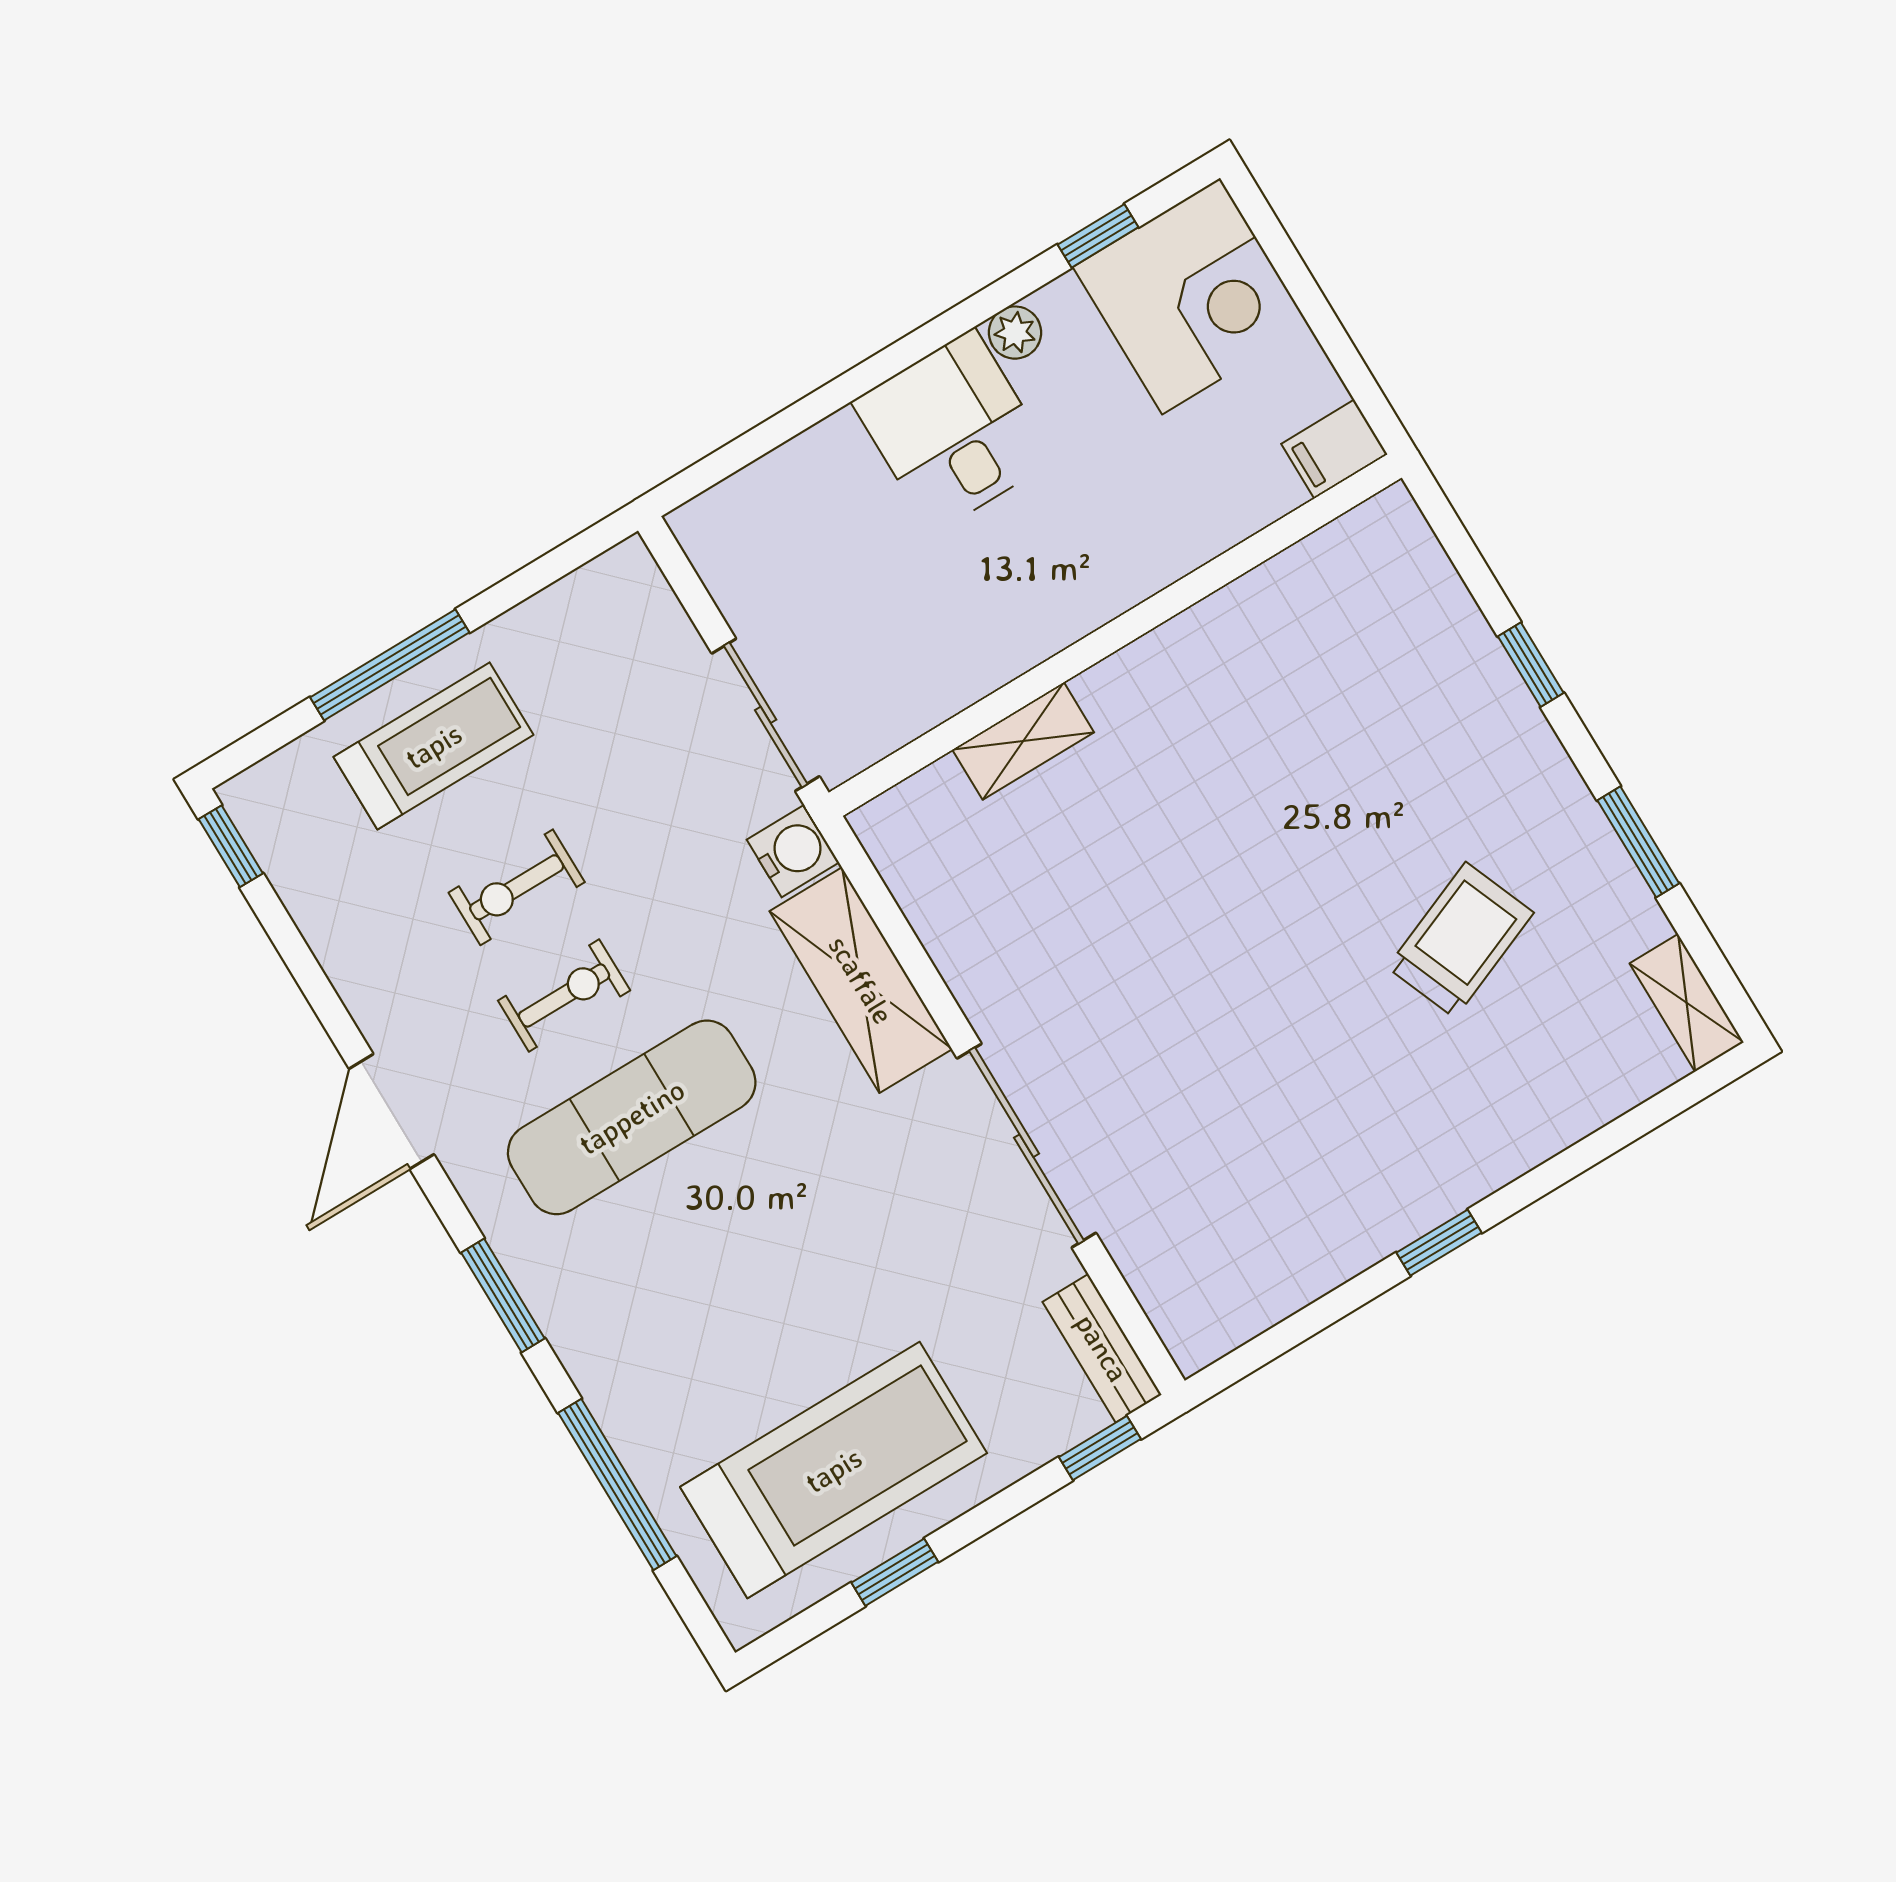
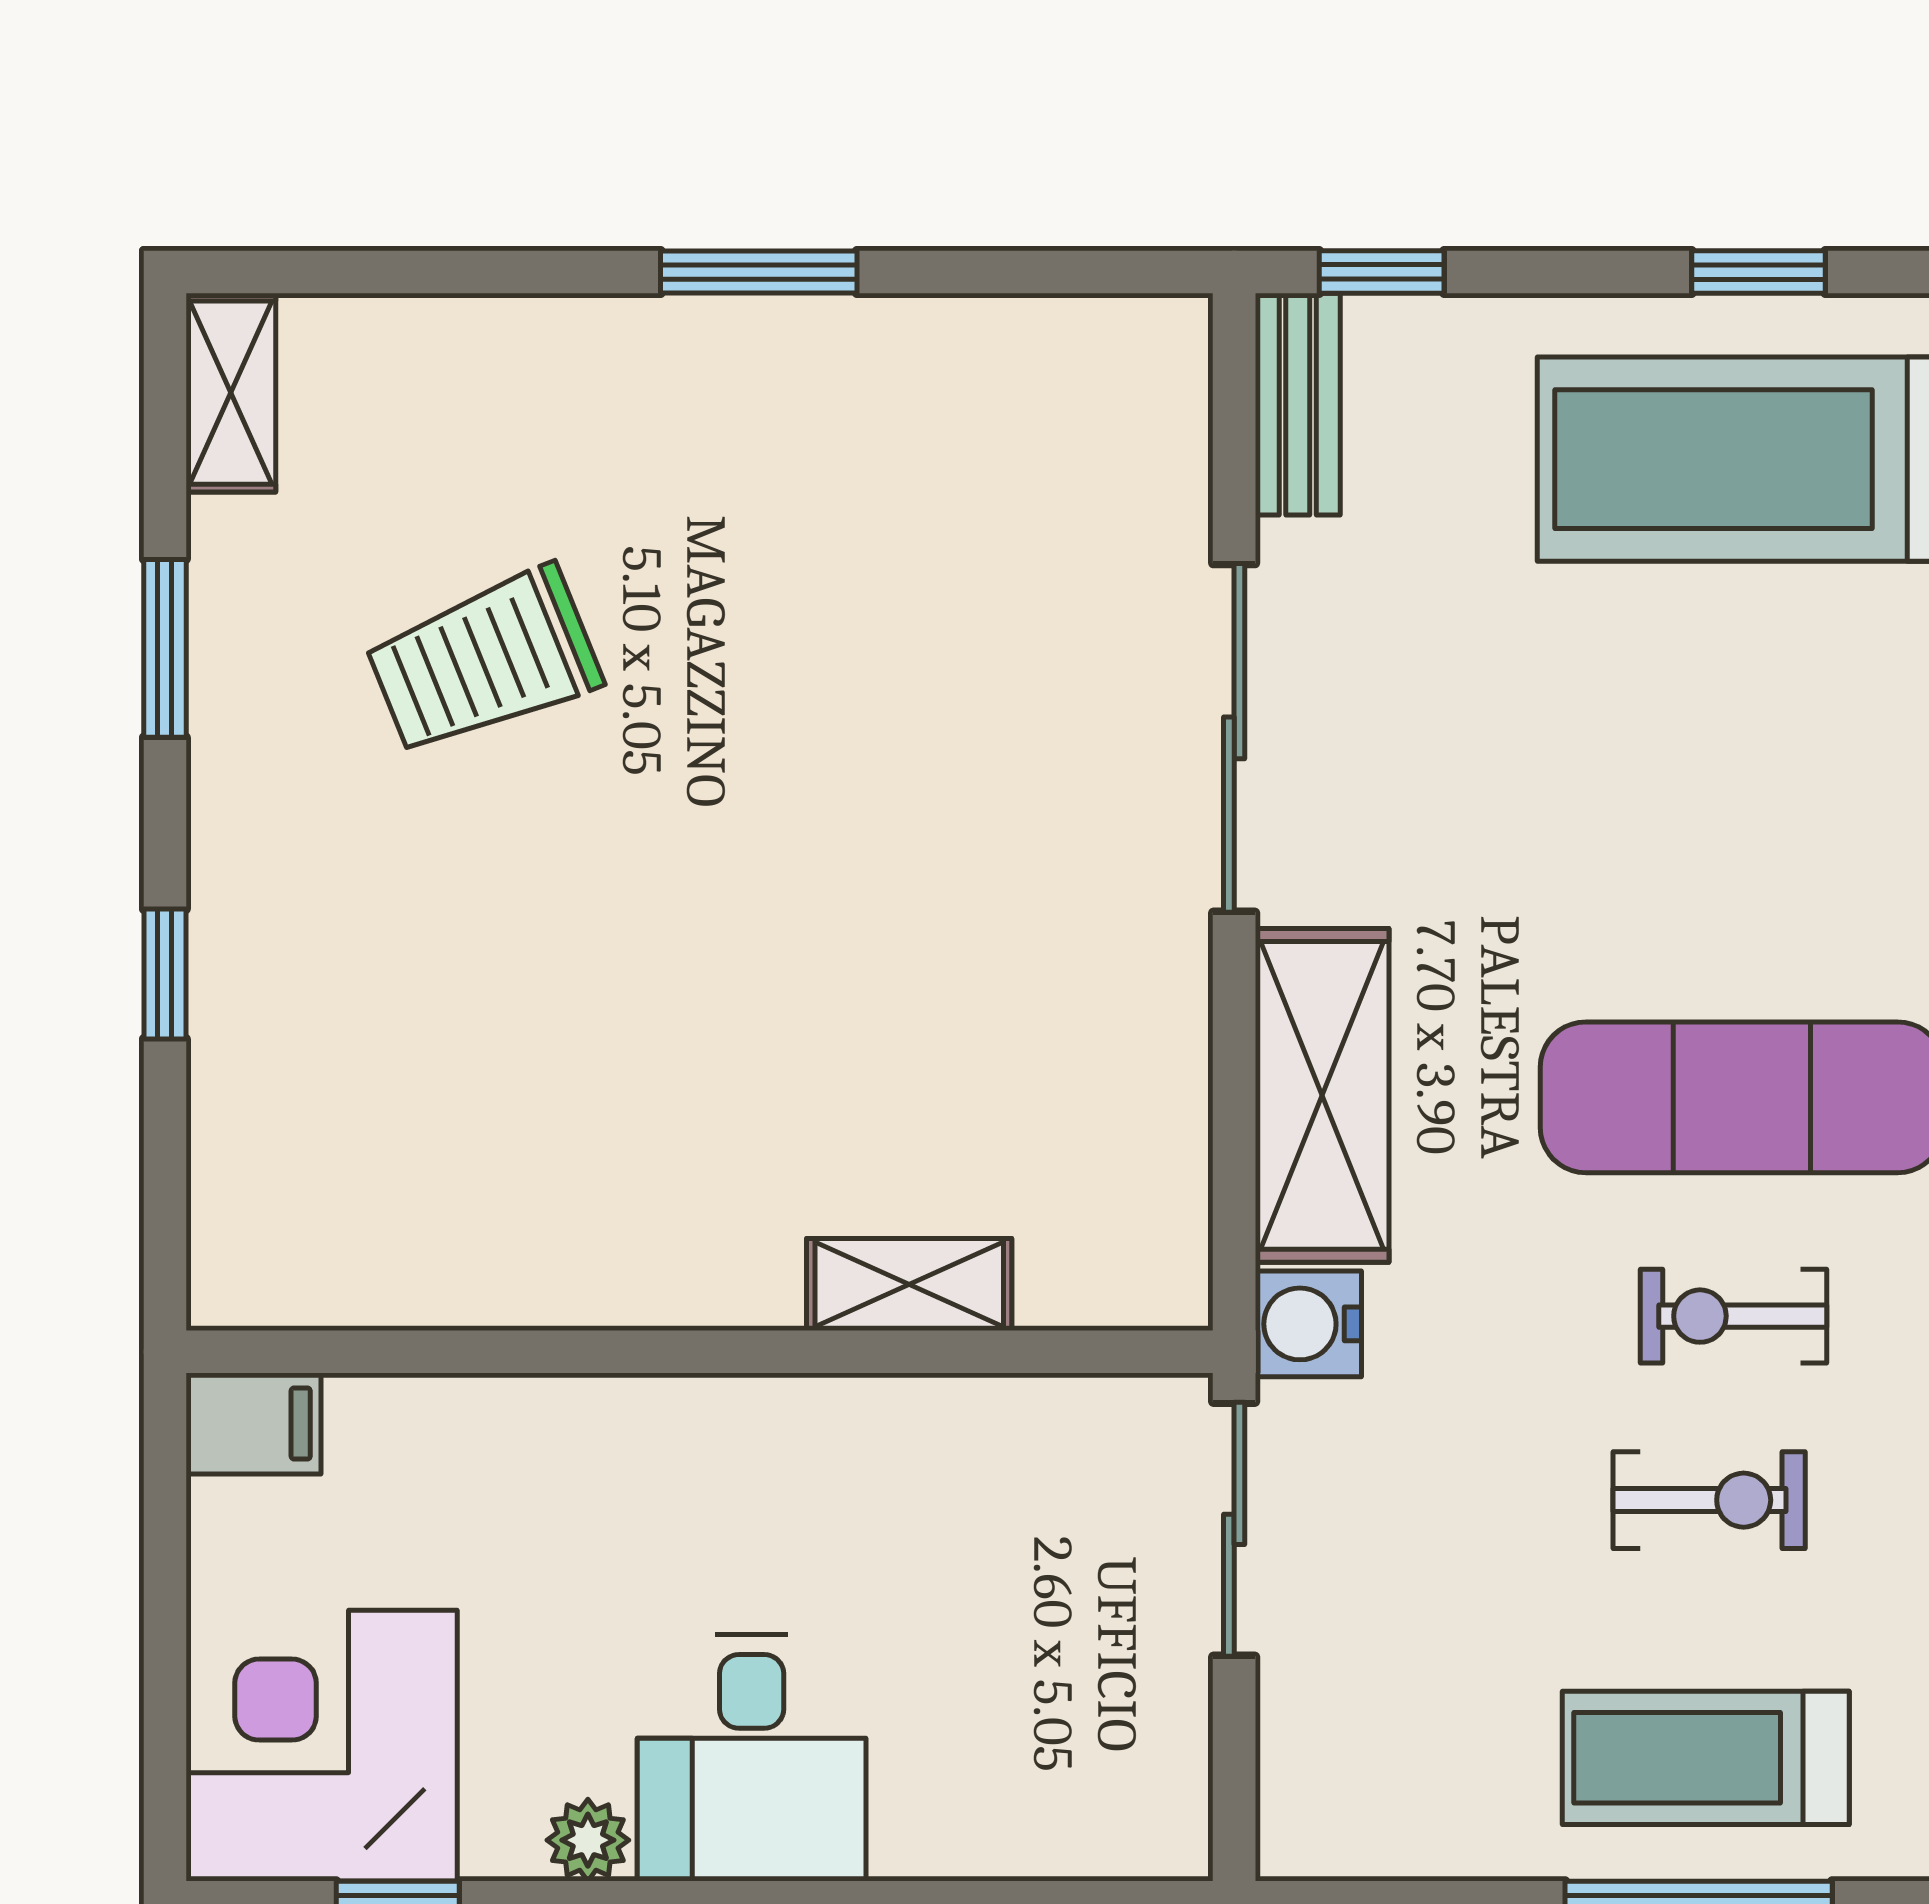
window: (1439, 1243) -> (759, 272), width x1.50

